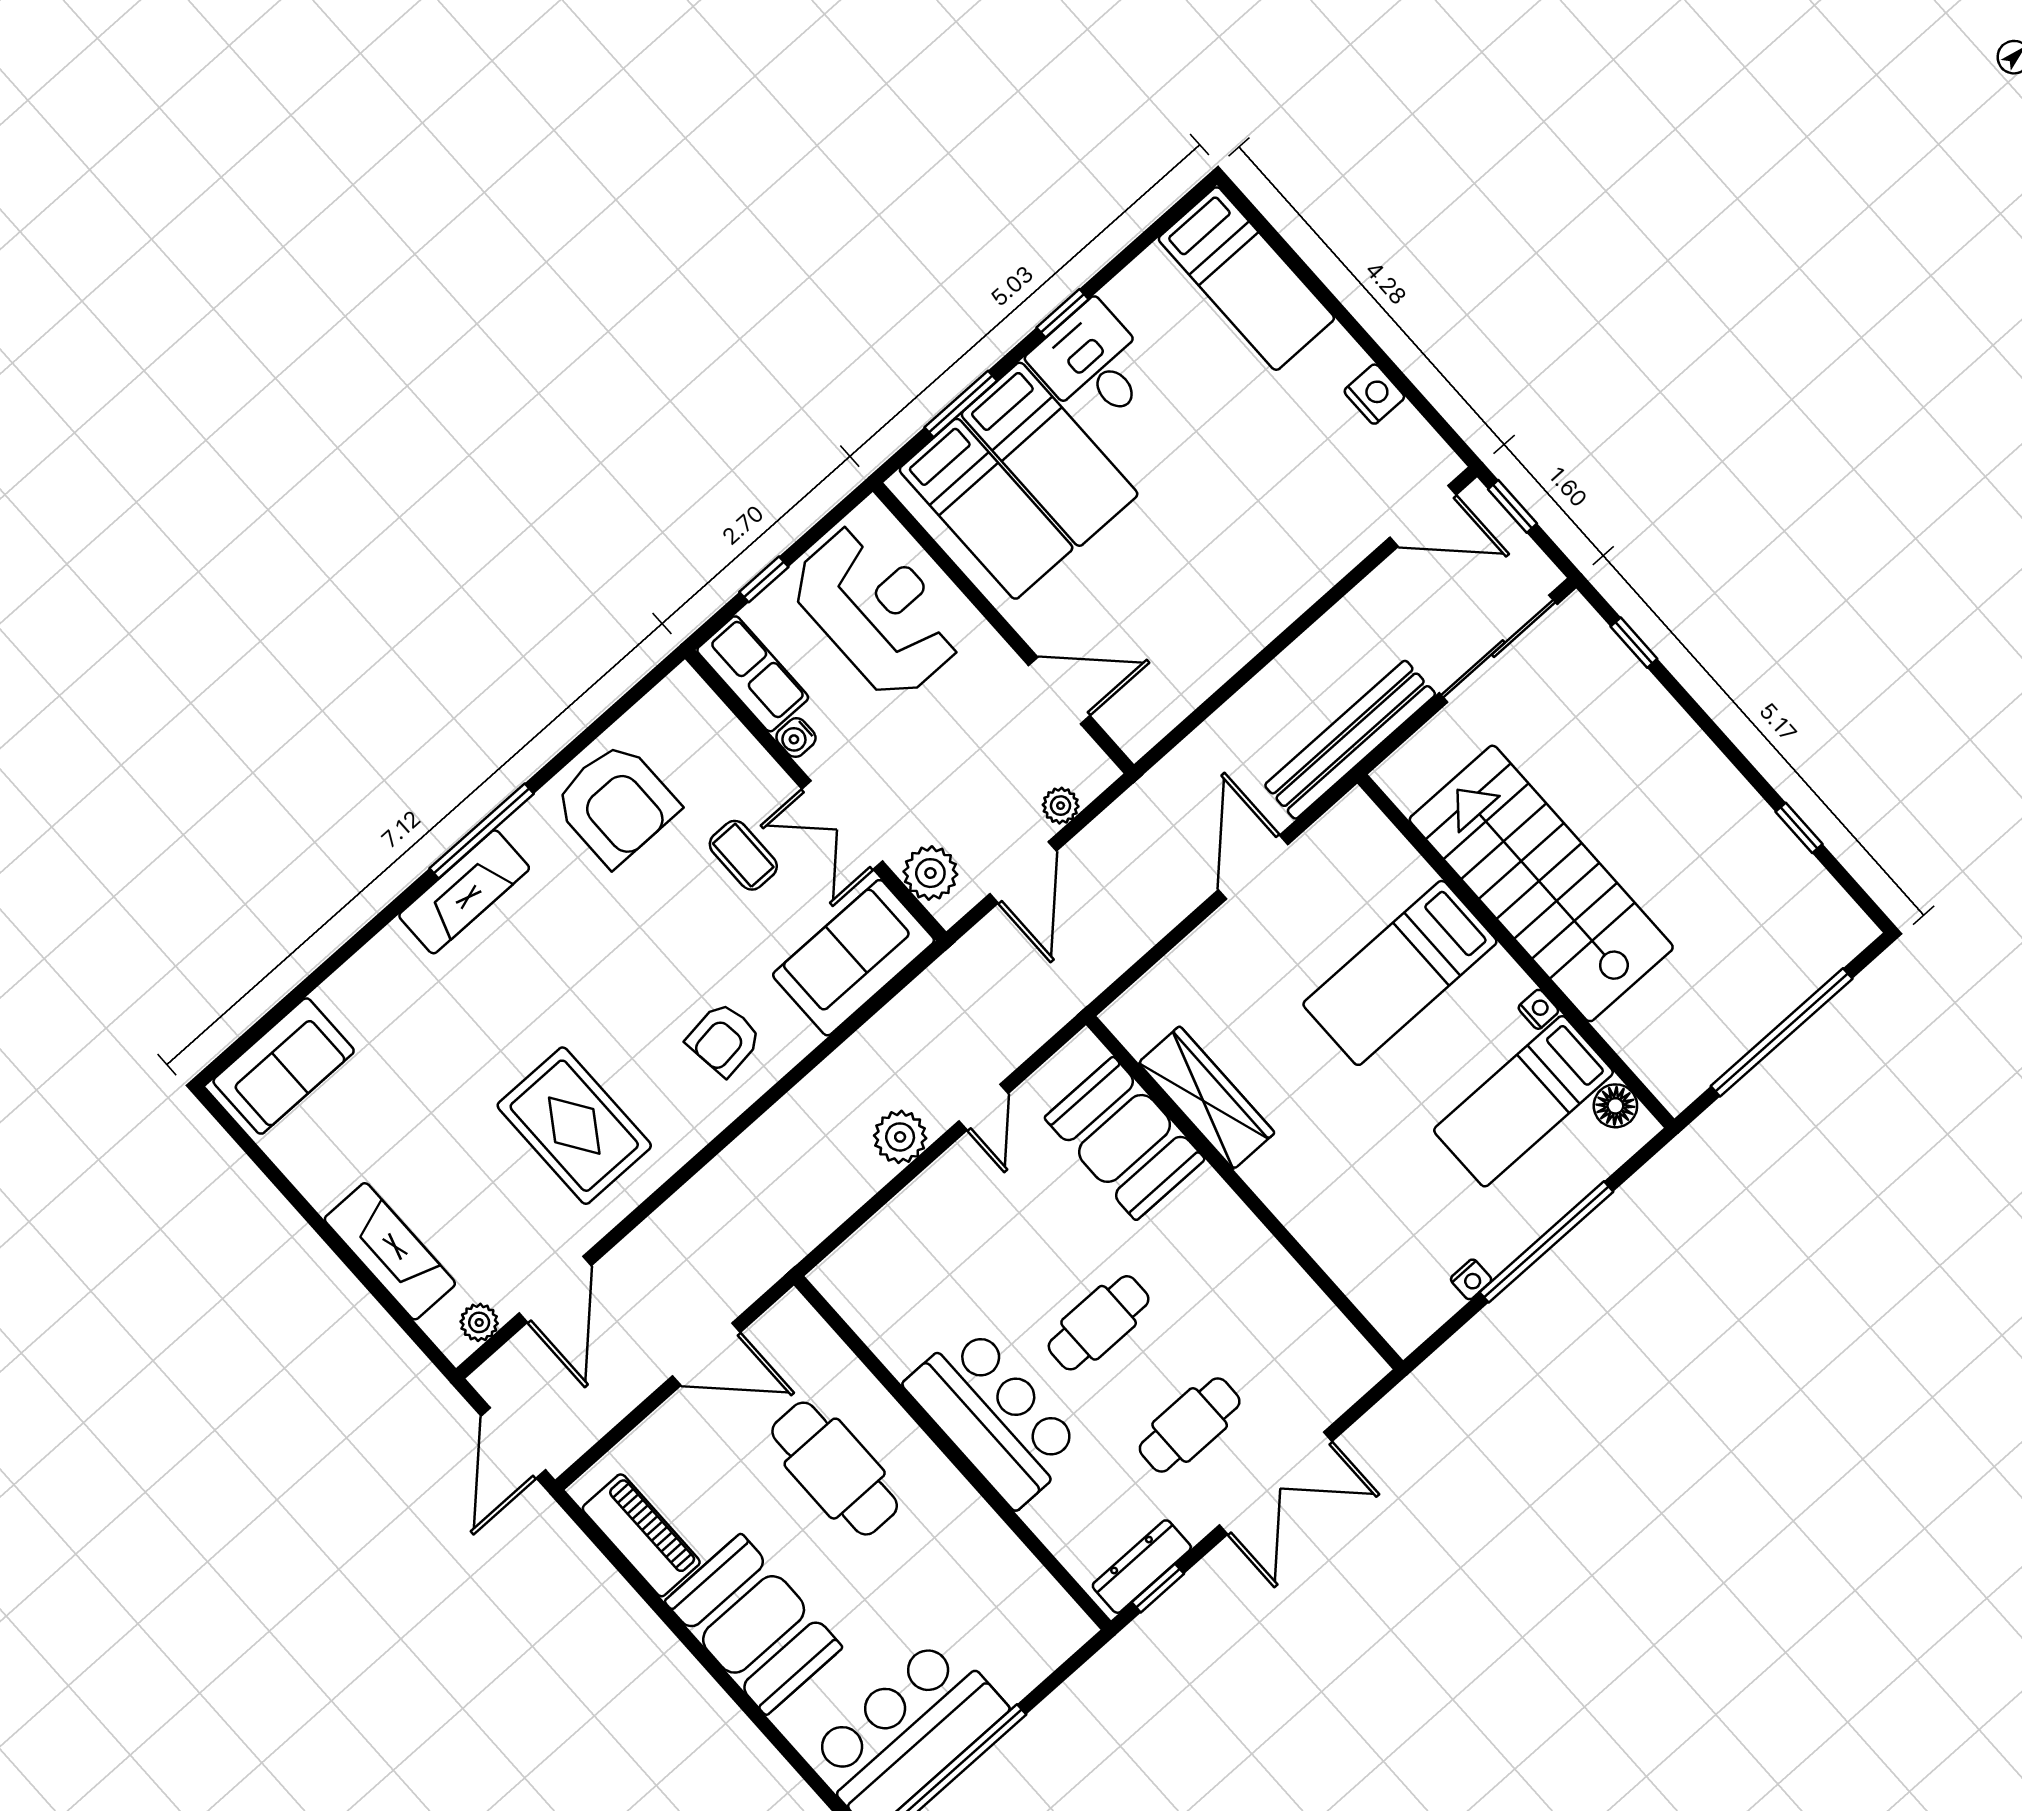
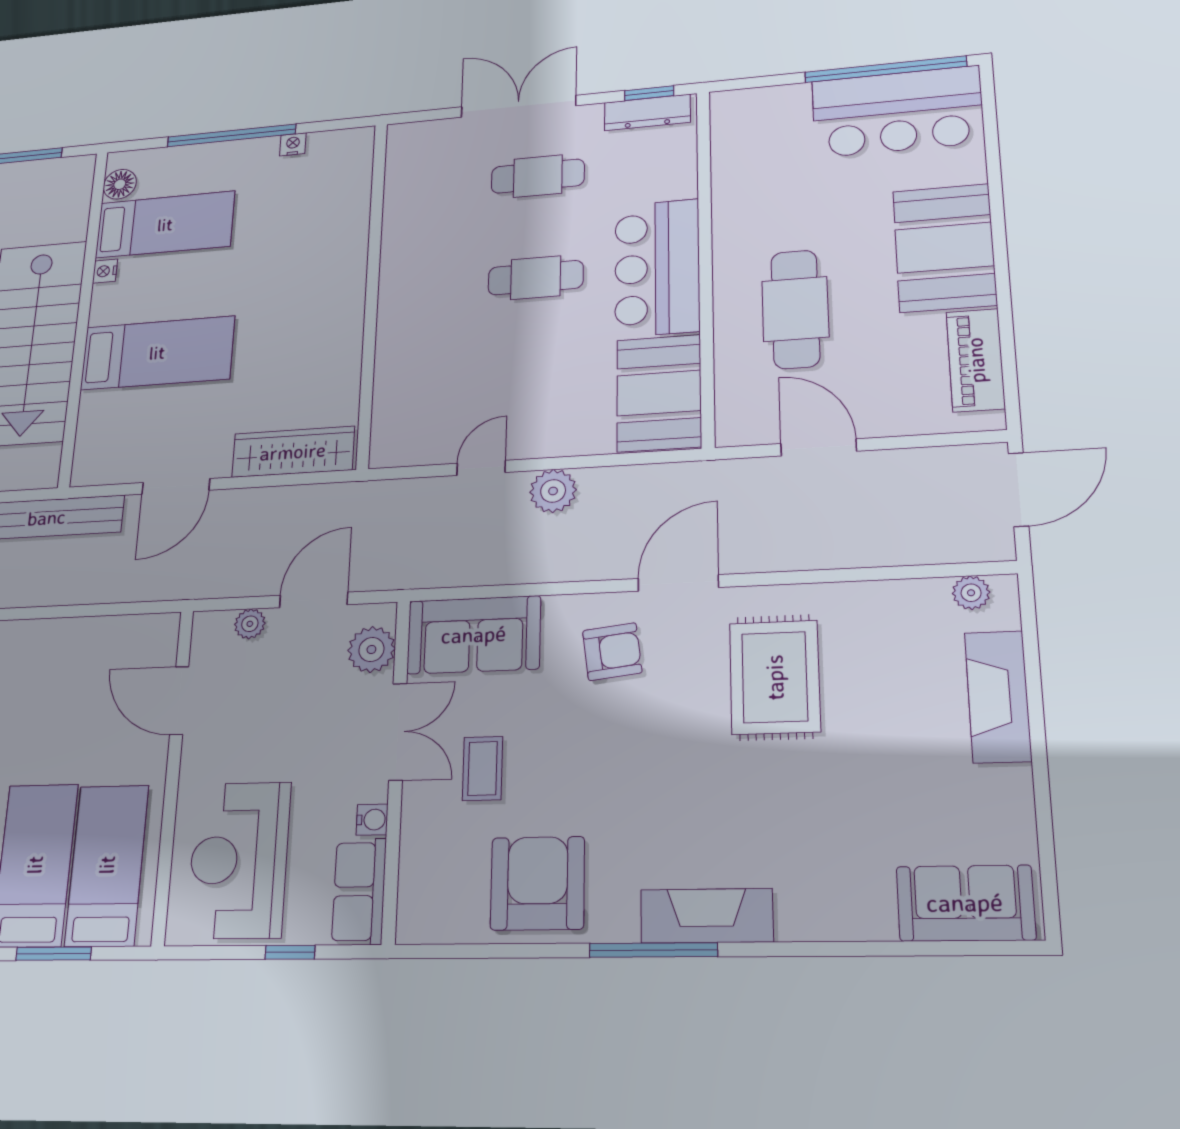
wardrobe: (1207, 1098) -> (293, 452), moved, turned 90
booth: (1125, 1138) -> (659, 393), moved
door: (555, 1289) -> (678, 583), moved

